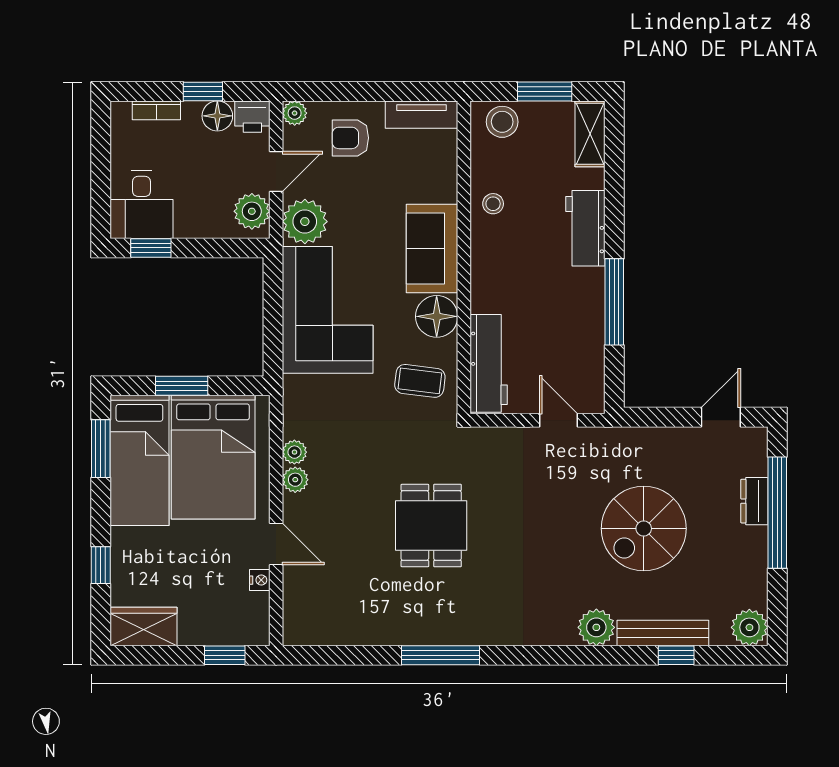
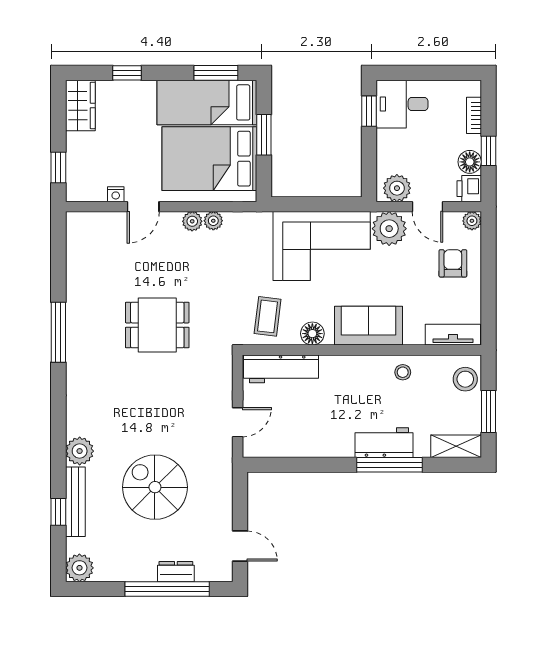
tv unit: (422, 115) -> (453, 335), moved, turned 90
window: (614, 302) -> (390, 465), moved
floor lamp: (437, 316) -> (312, 334), width x0.73, depth x0.73

